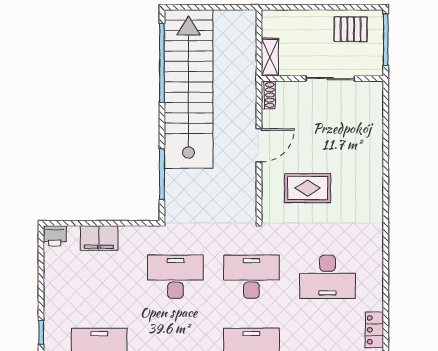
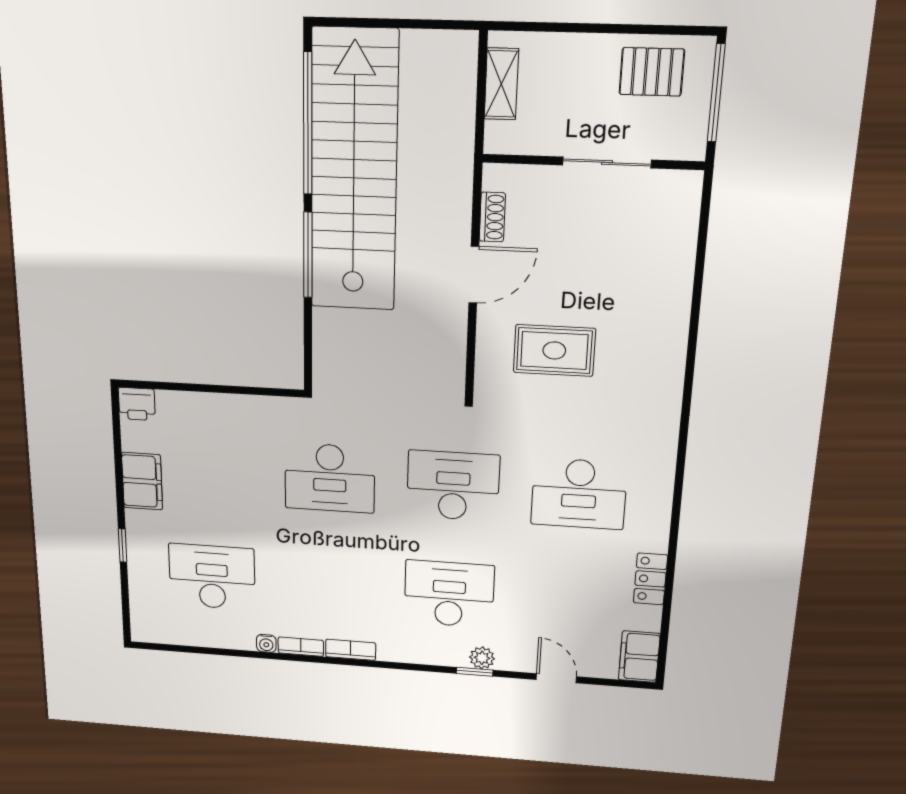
shelving: (270, 57) -> (501, 84), moved
shoe rack: (268, 95) -> (492, 217), moved
window: (162, 174) -> (308, 255), moved
filing cabinet: (99, 238) -> (142, 481), moved, turned -90
desk: (175, 277) -> (330, 478), turned 180

